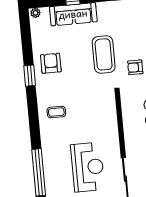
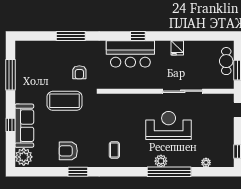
plant: (35, 13) -> (24, 157), width x1.87, depth x1.87
plant: (49, 162) -> (161, 161), added

